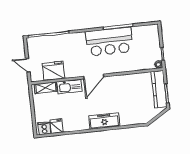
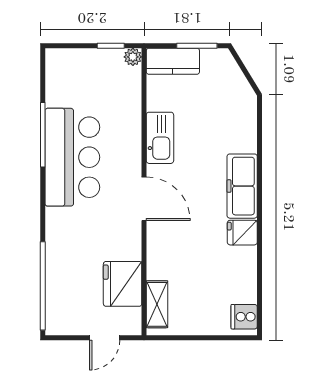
kitchen sink: (69, 87) -> (160, 138), moved
kitchen counter: (159, 89) -> (173, 61), width x0.67
fridge: (57, 126) -> (242, 233), moved

